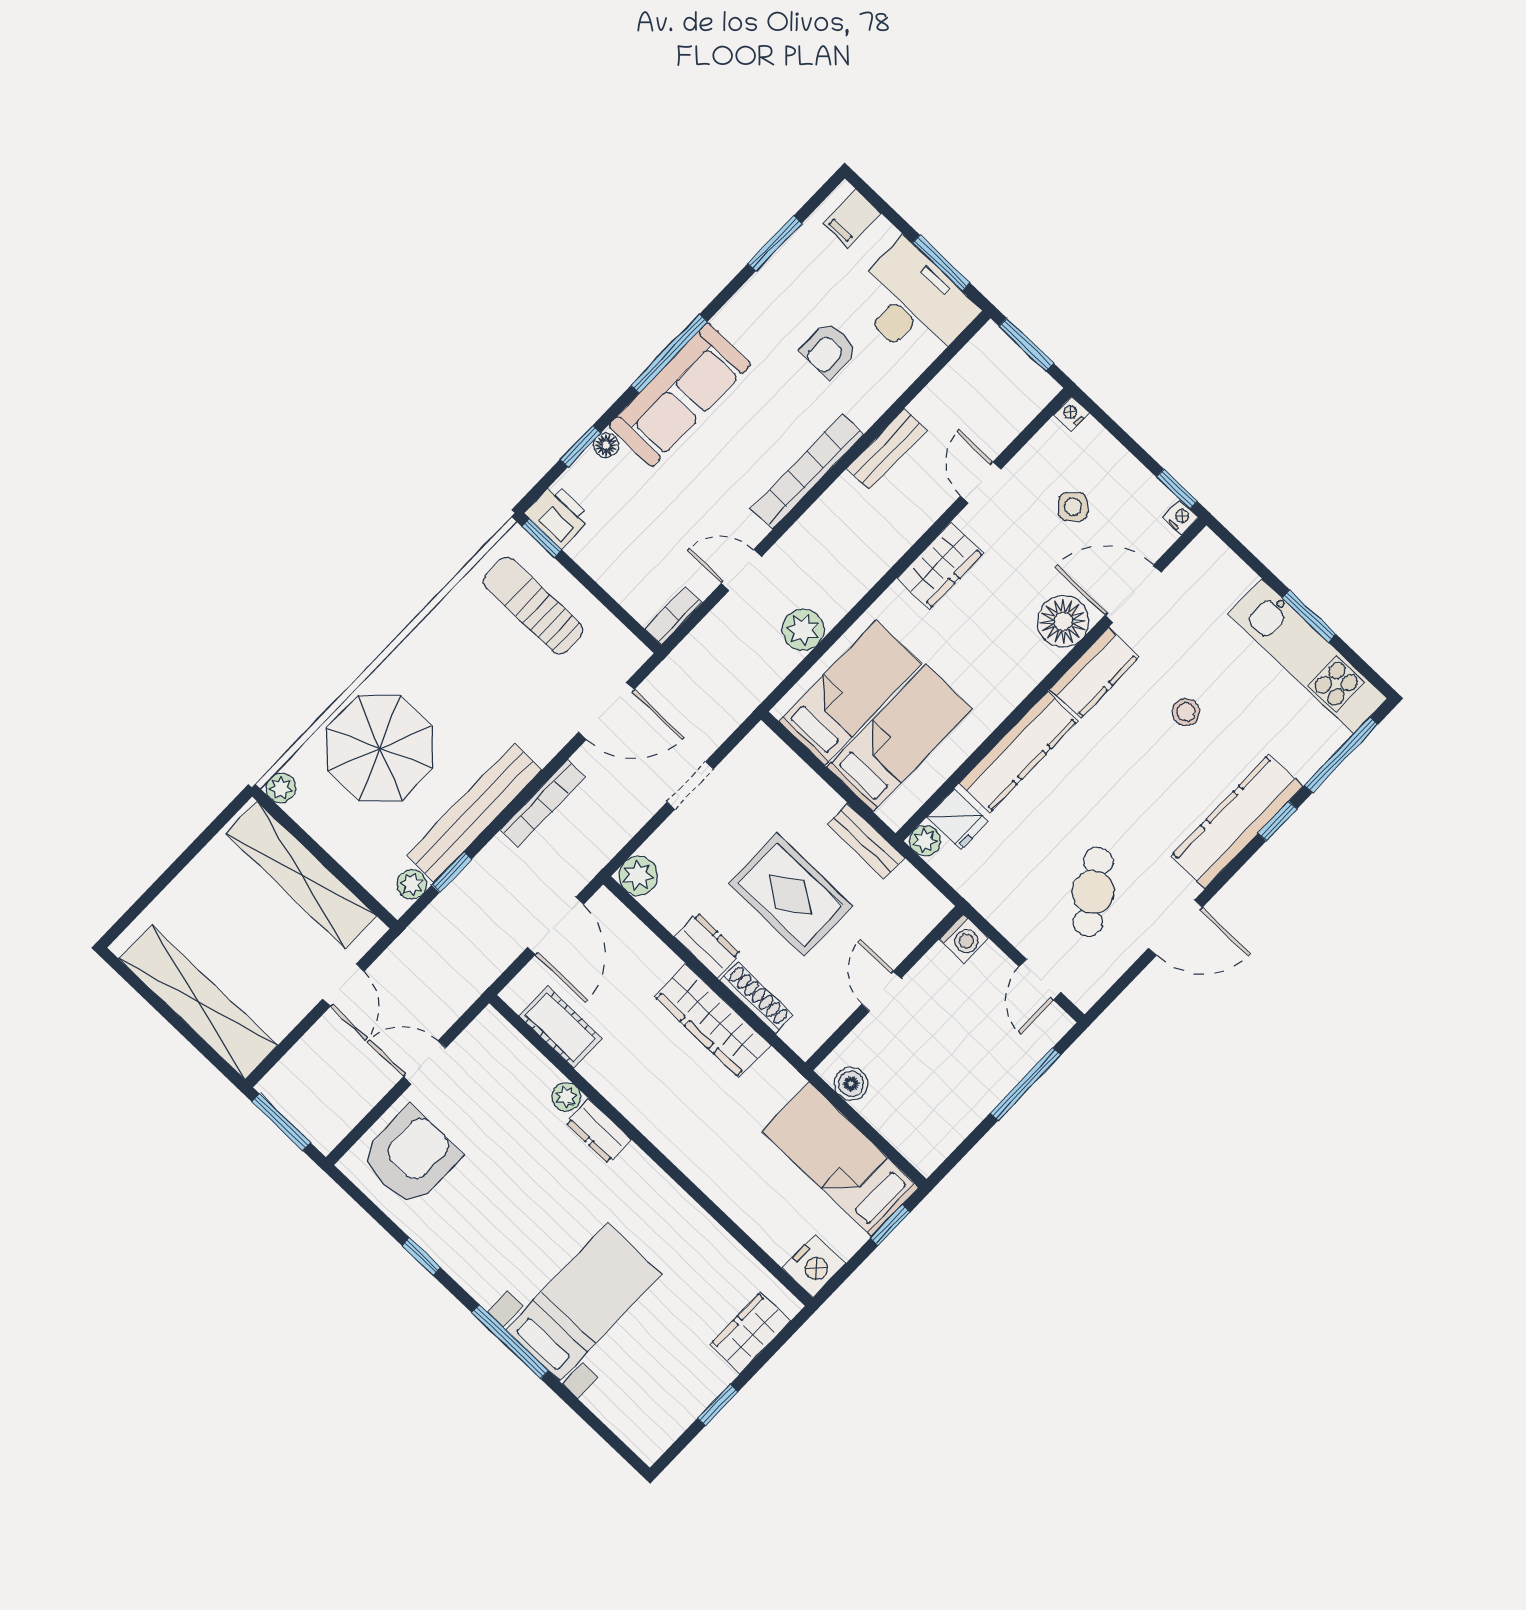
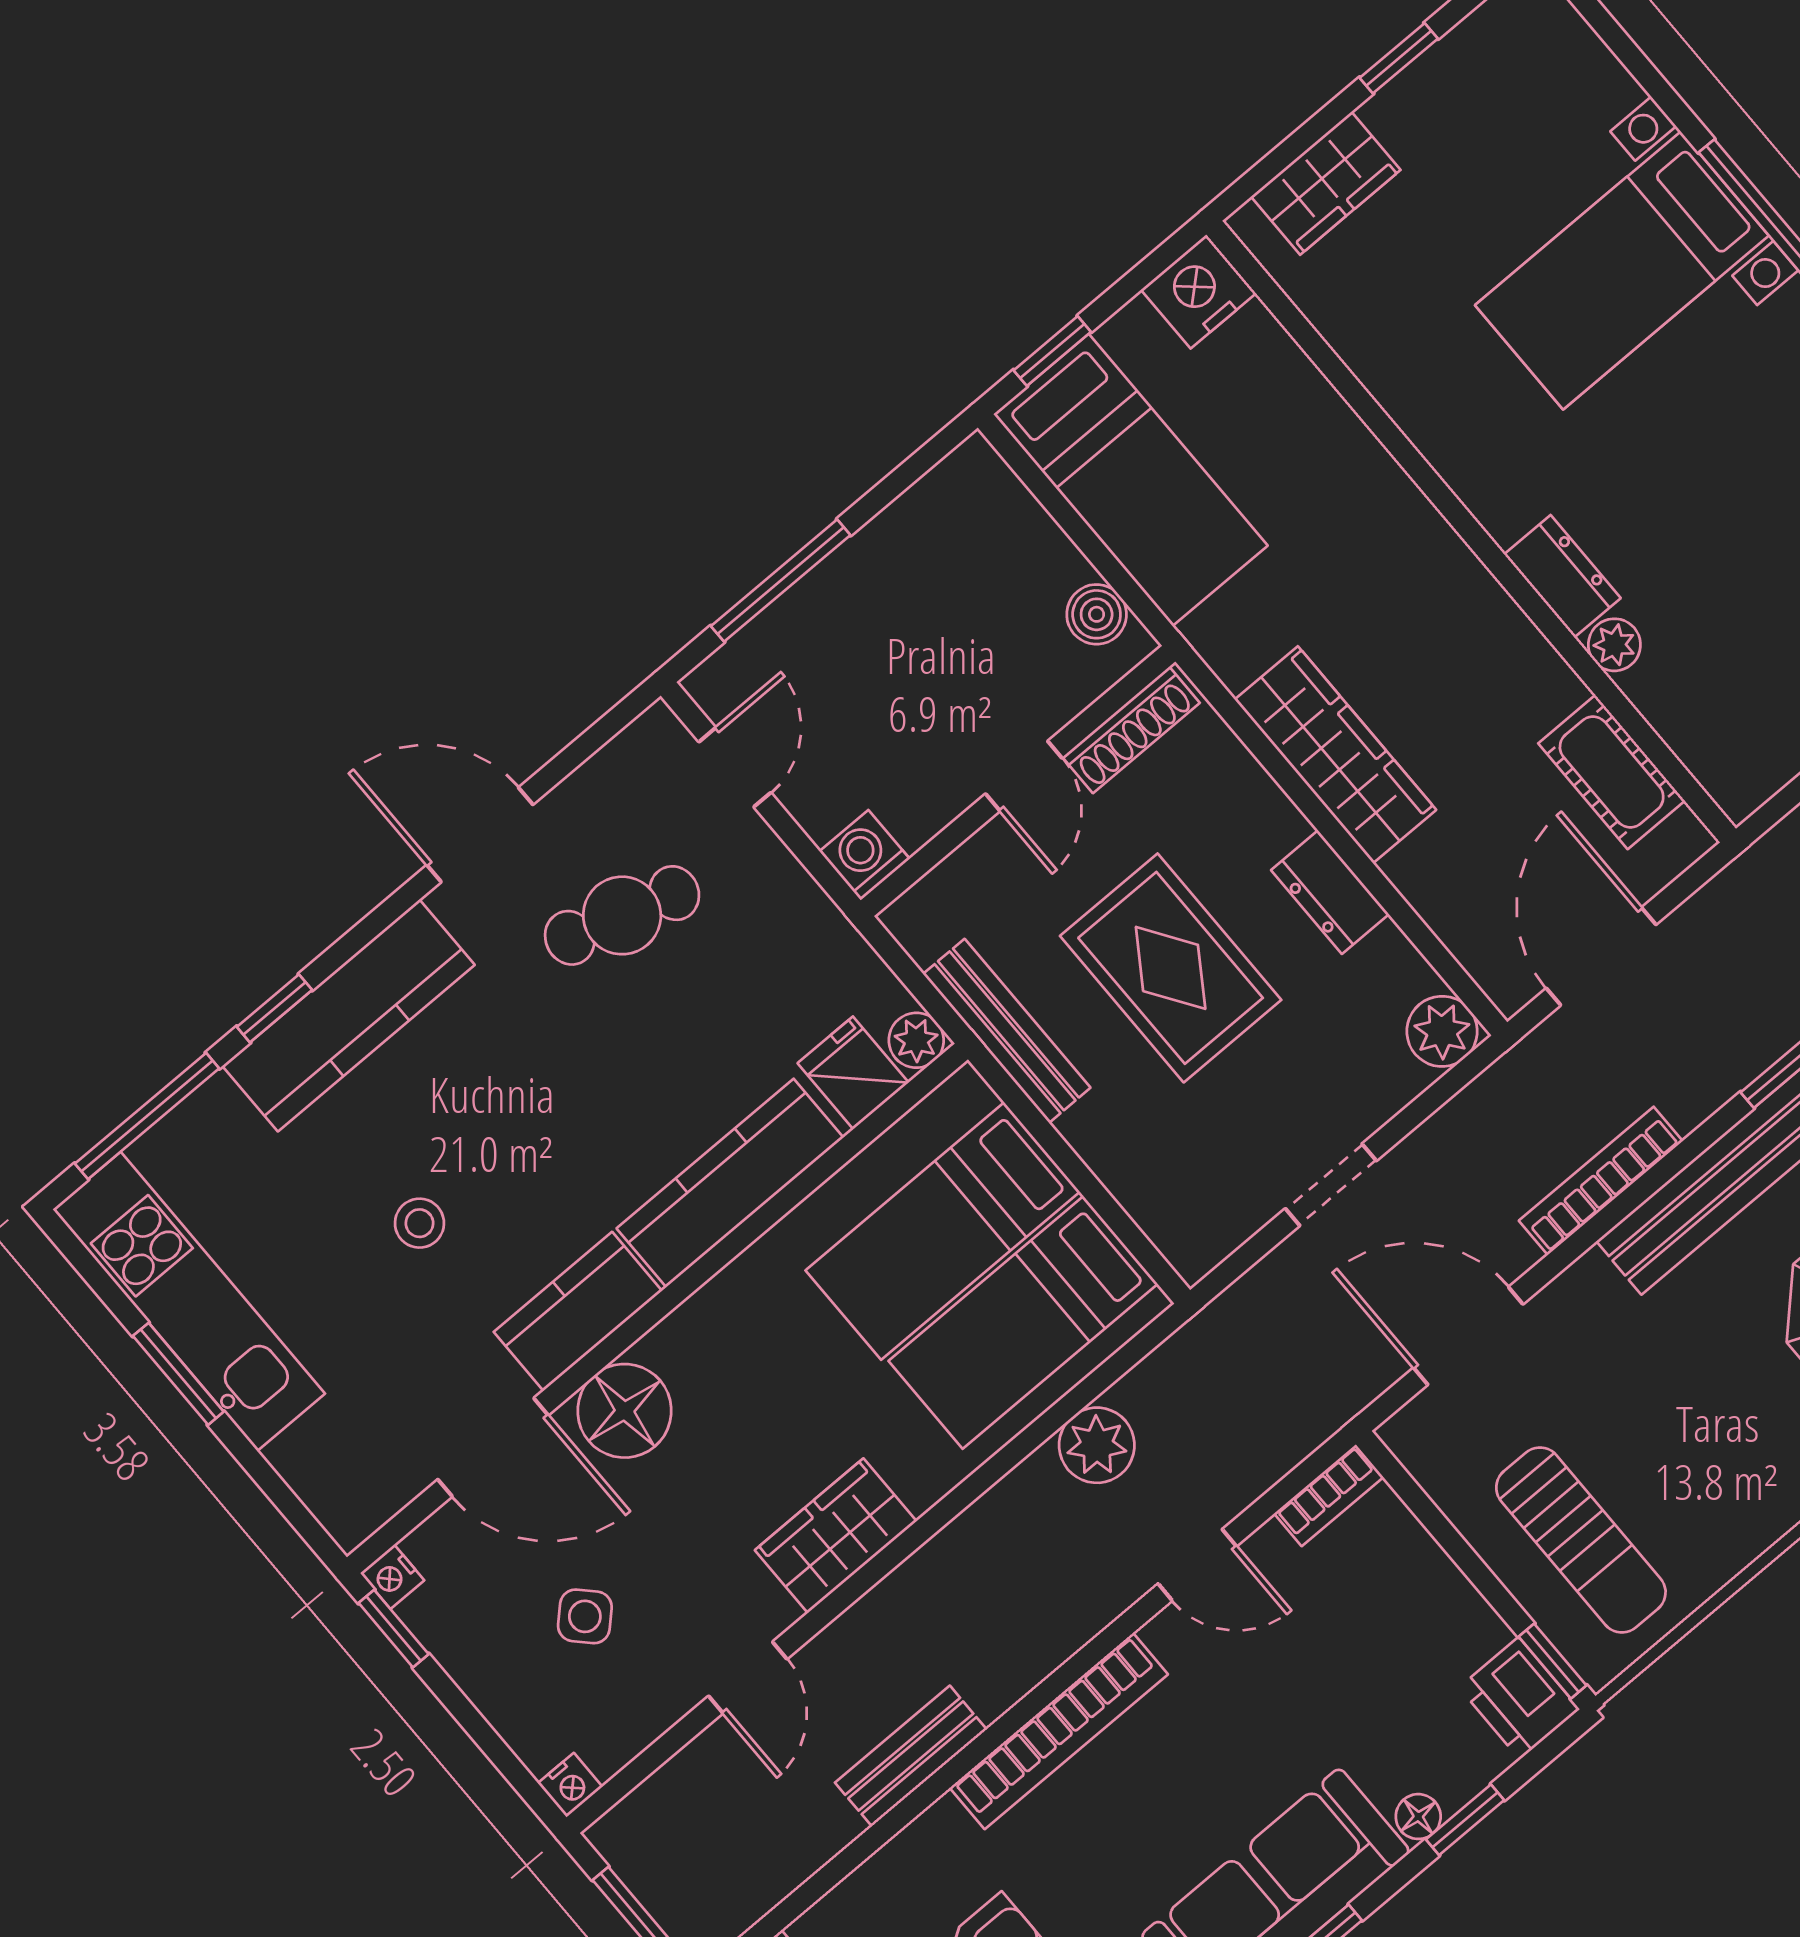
bench: (866, 841) -> (1007, 1031), width x1.36
cafe table: (1093, 892) -> (622, 915), turned 51
shoe rack: (756, 998) -> (1131, 730), moved, turned -90

